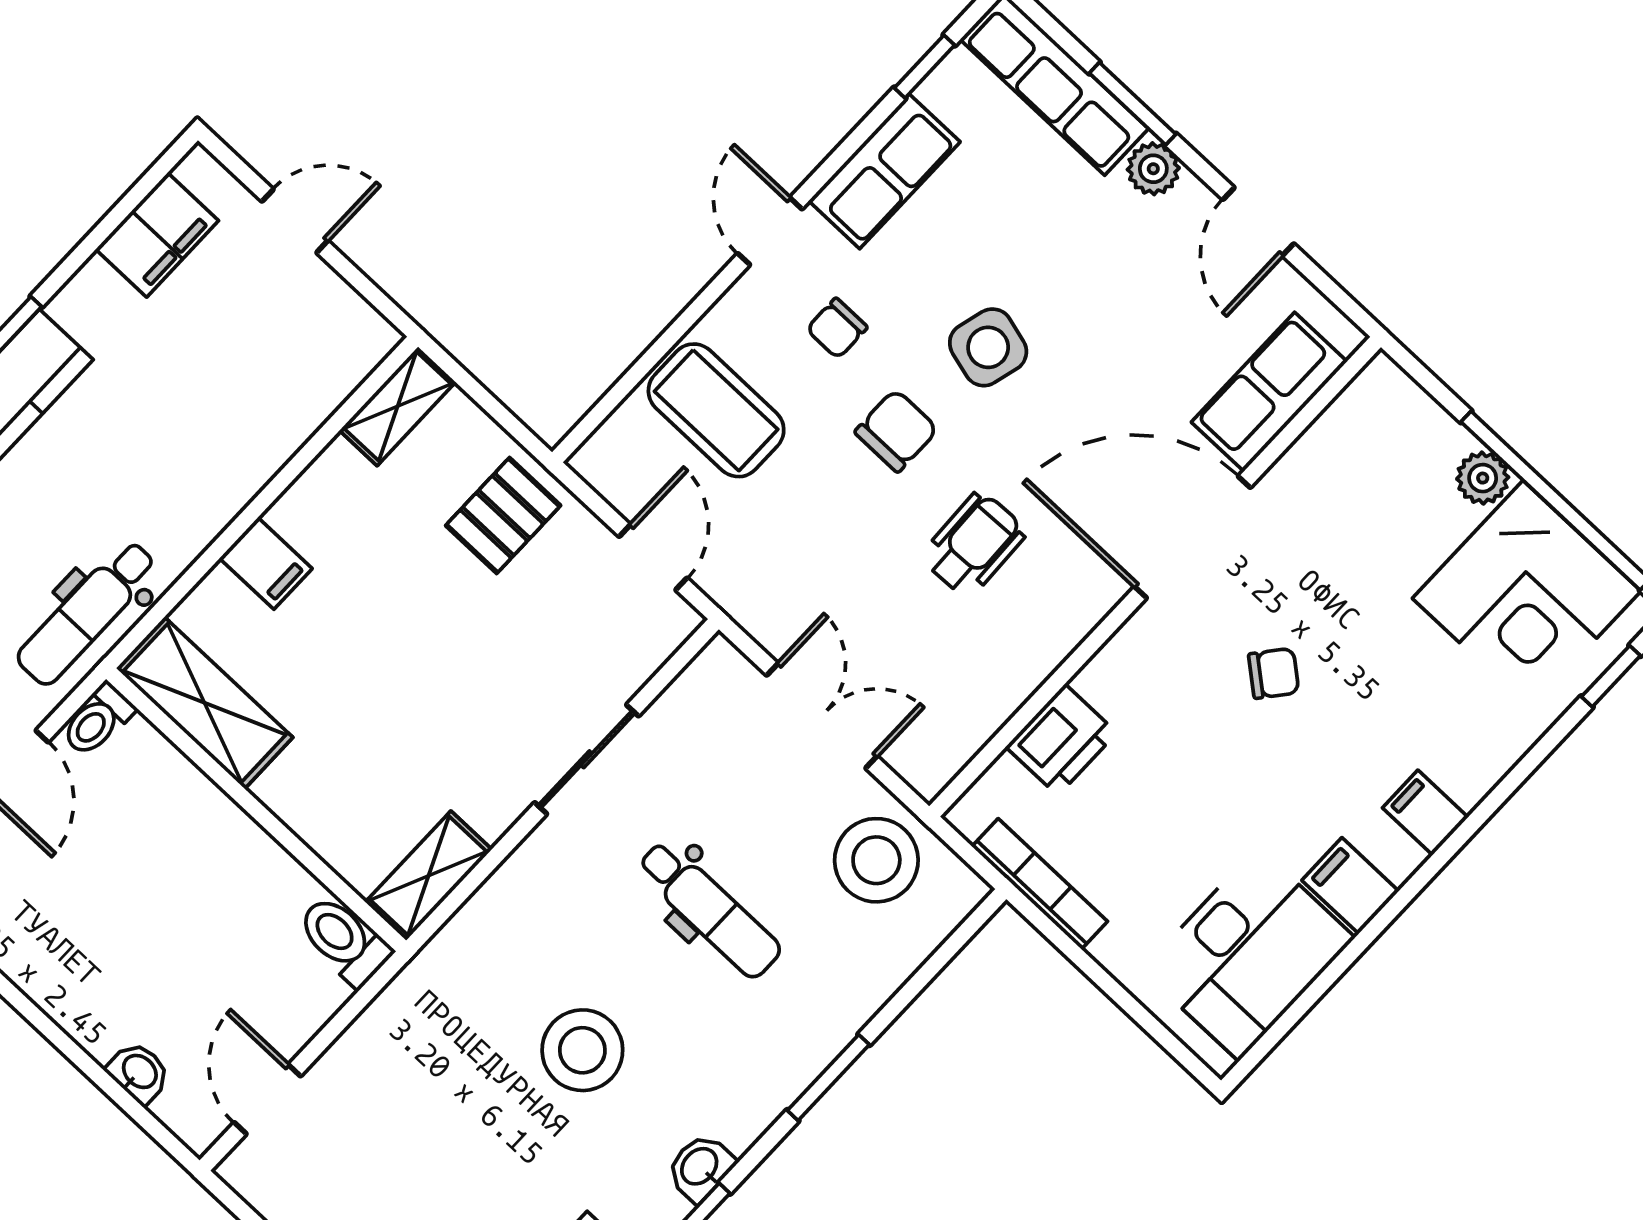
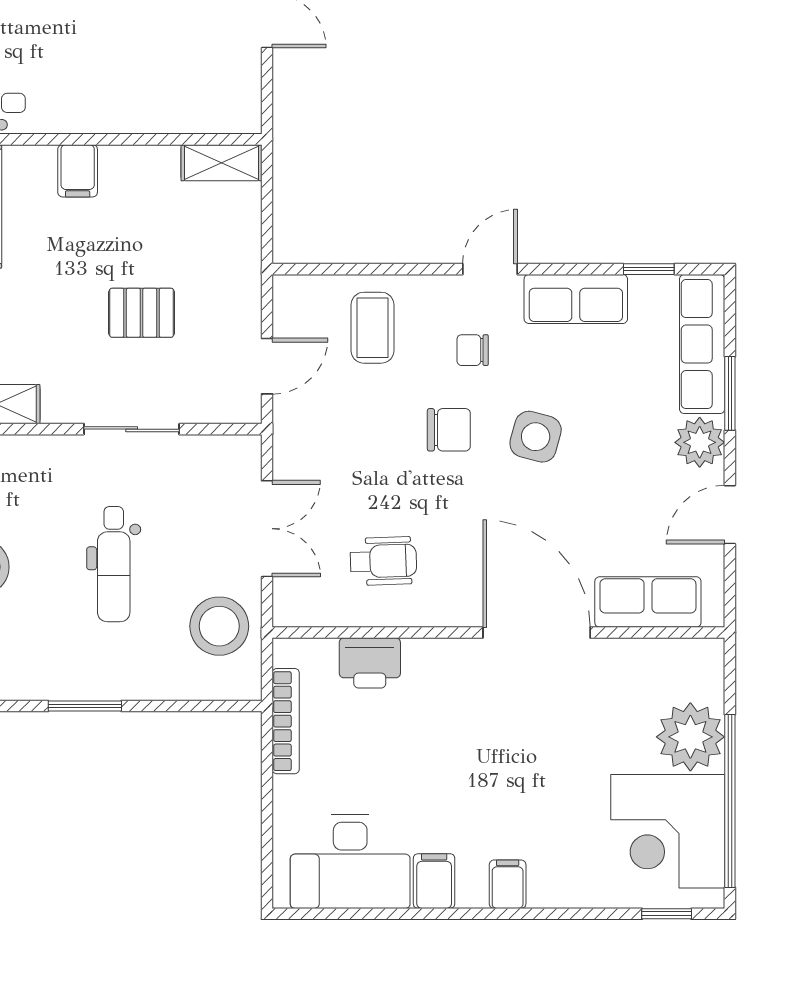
plant: (1153, 169) -> (700, 442), width x1.38, depth x1.38
coffee table: (716, 410) -> (372, 328), width x0.73, depth x0.77
plant: (1483, 478) -> (690, 737), width x1.87, depth x1.87
pallet: (503, 516) -> (142, 313), moved
wheelchair: (974, 544) -> (383, 561), moved
chair: (1274, 673) -> (506, 740), removed

